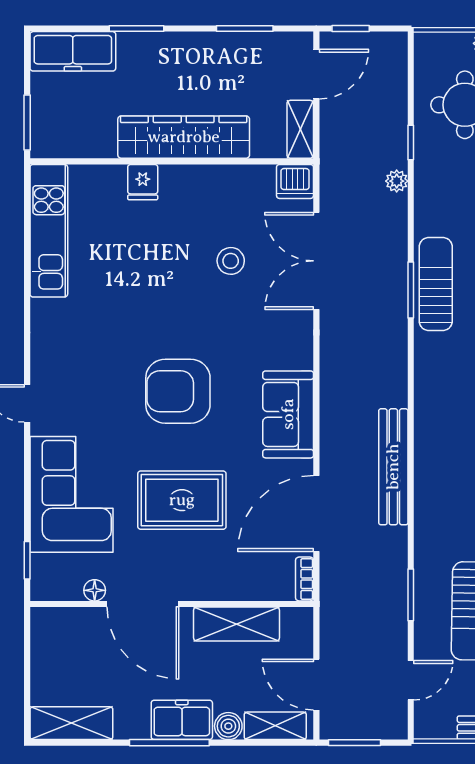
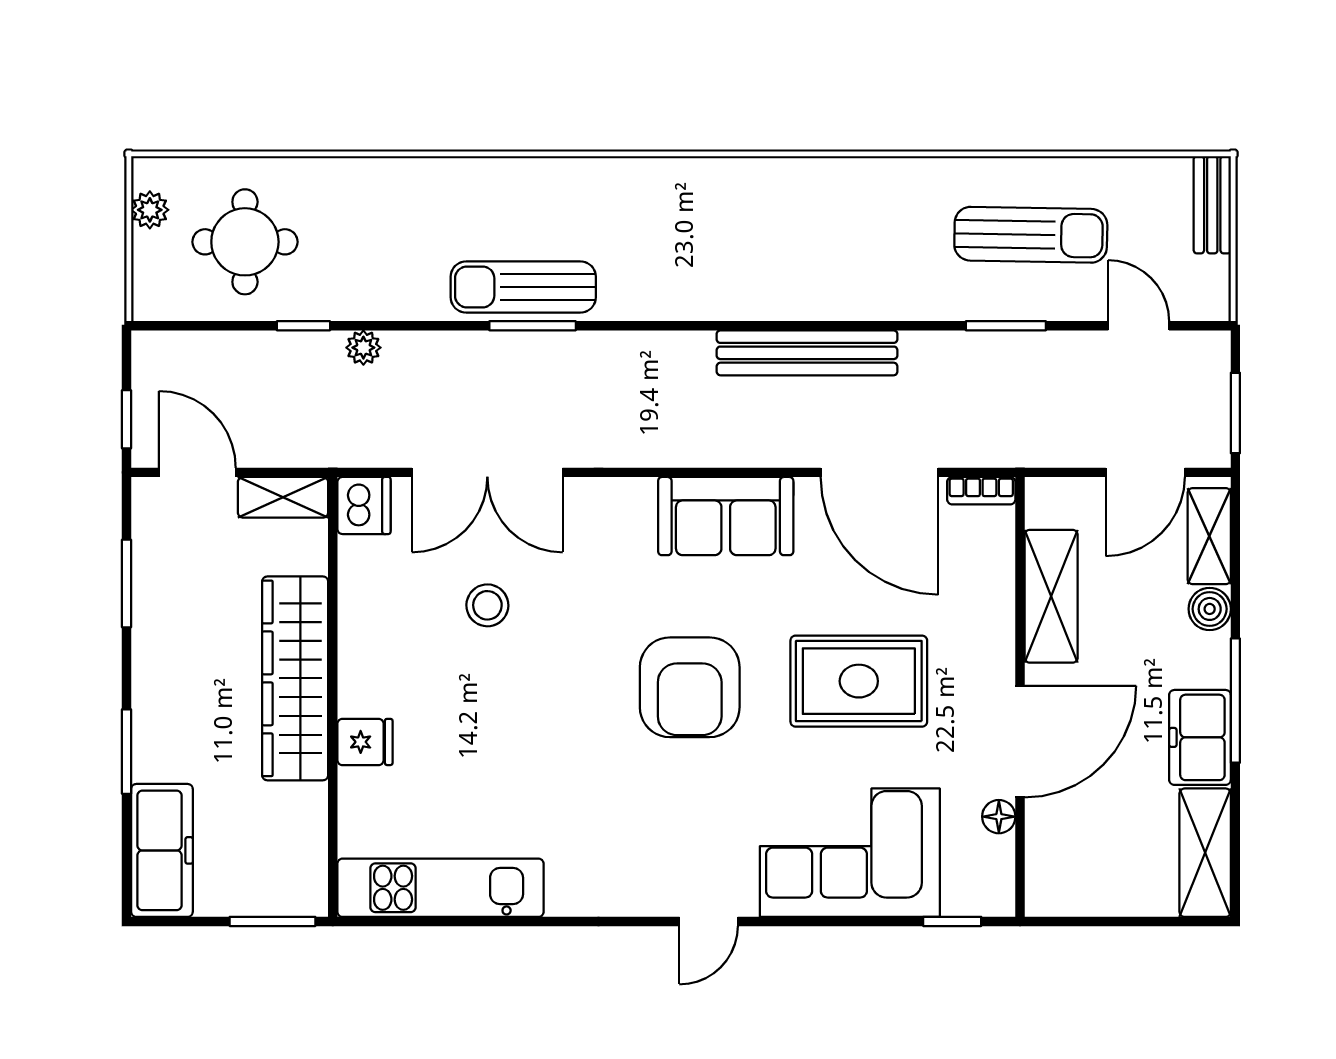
rug: (182, 500) -> (859, 681), turned 90
freezer: (182, 720) -> (1200, 737), moved

